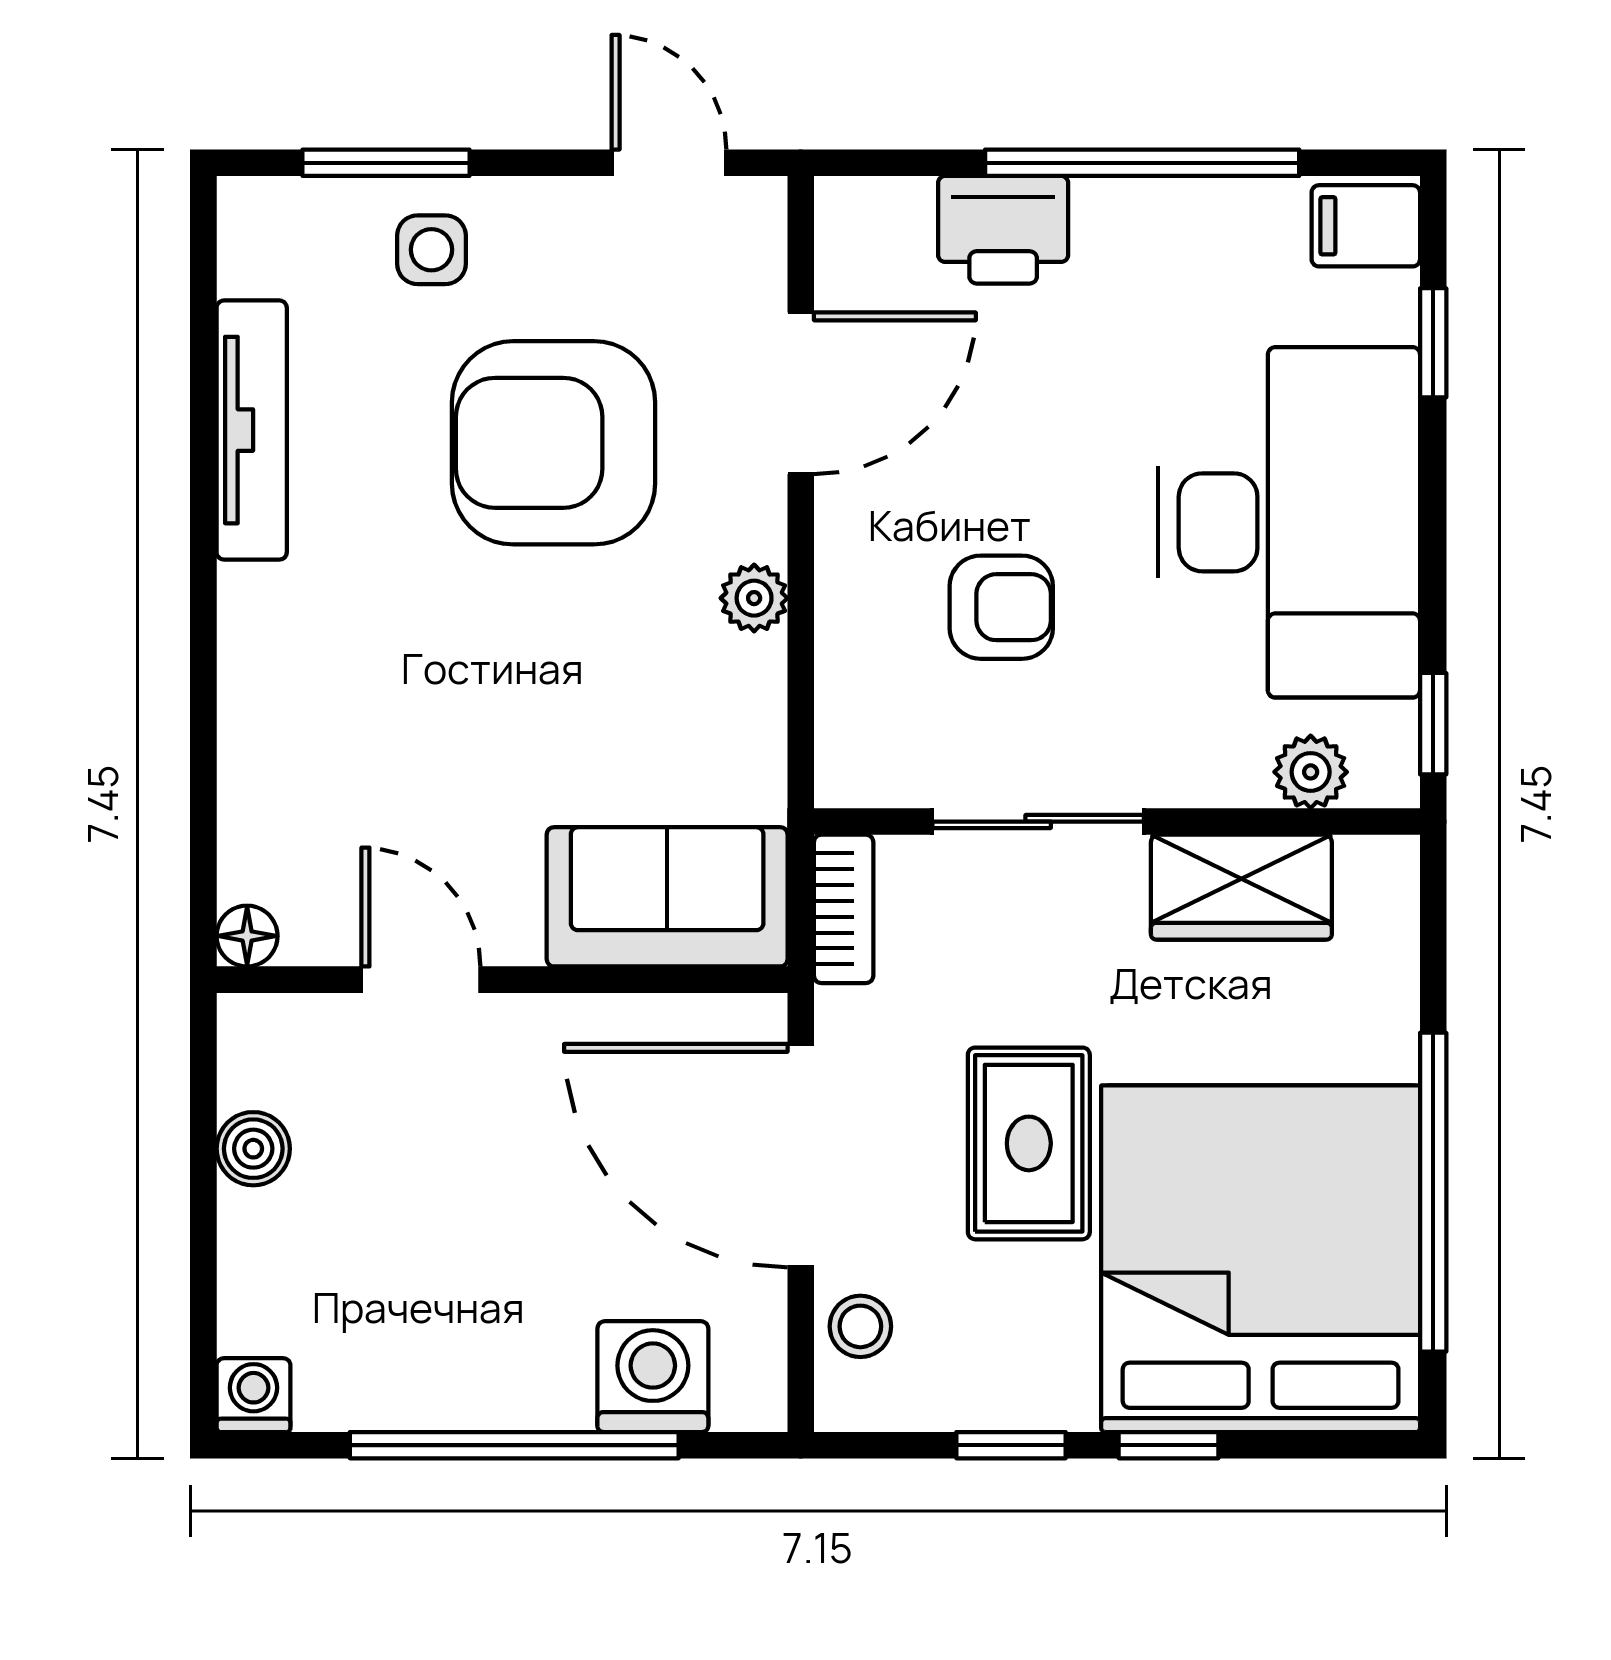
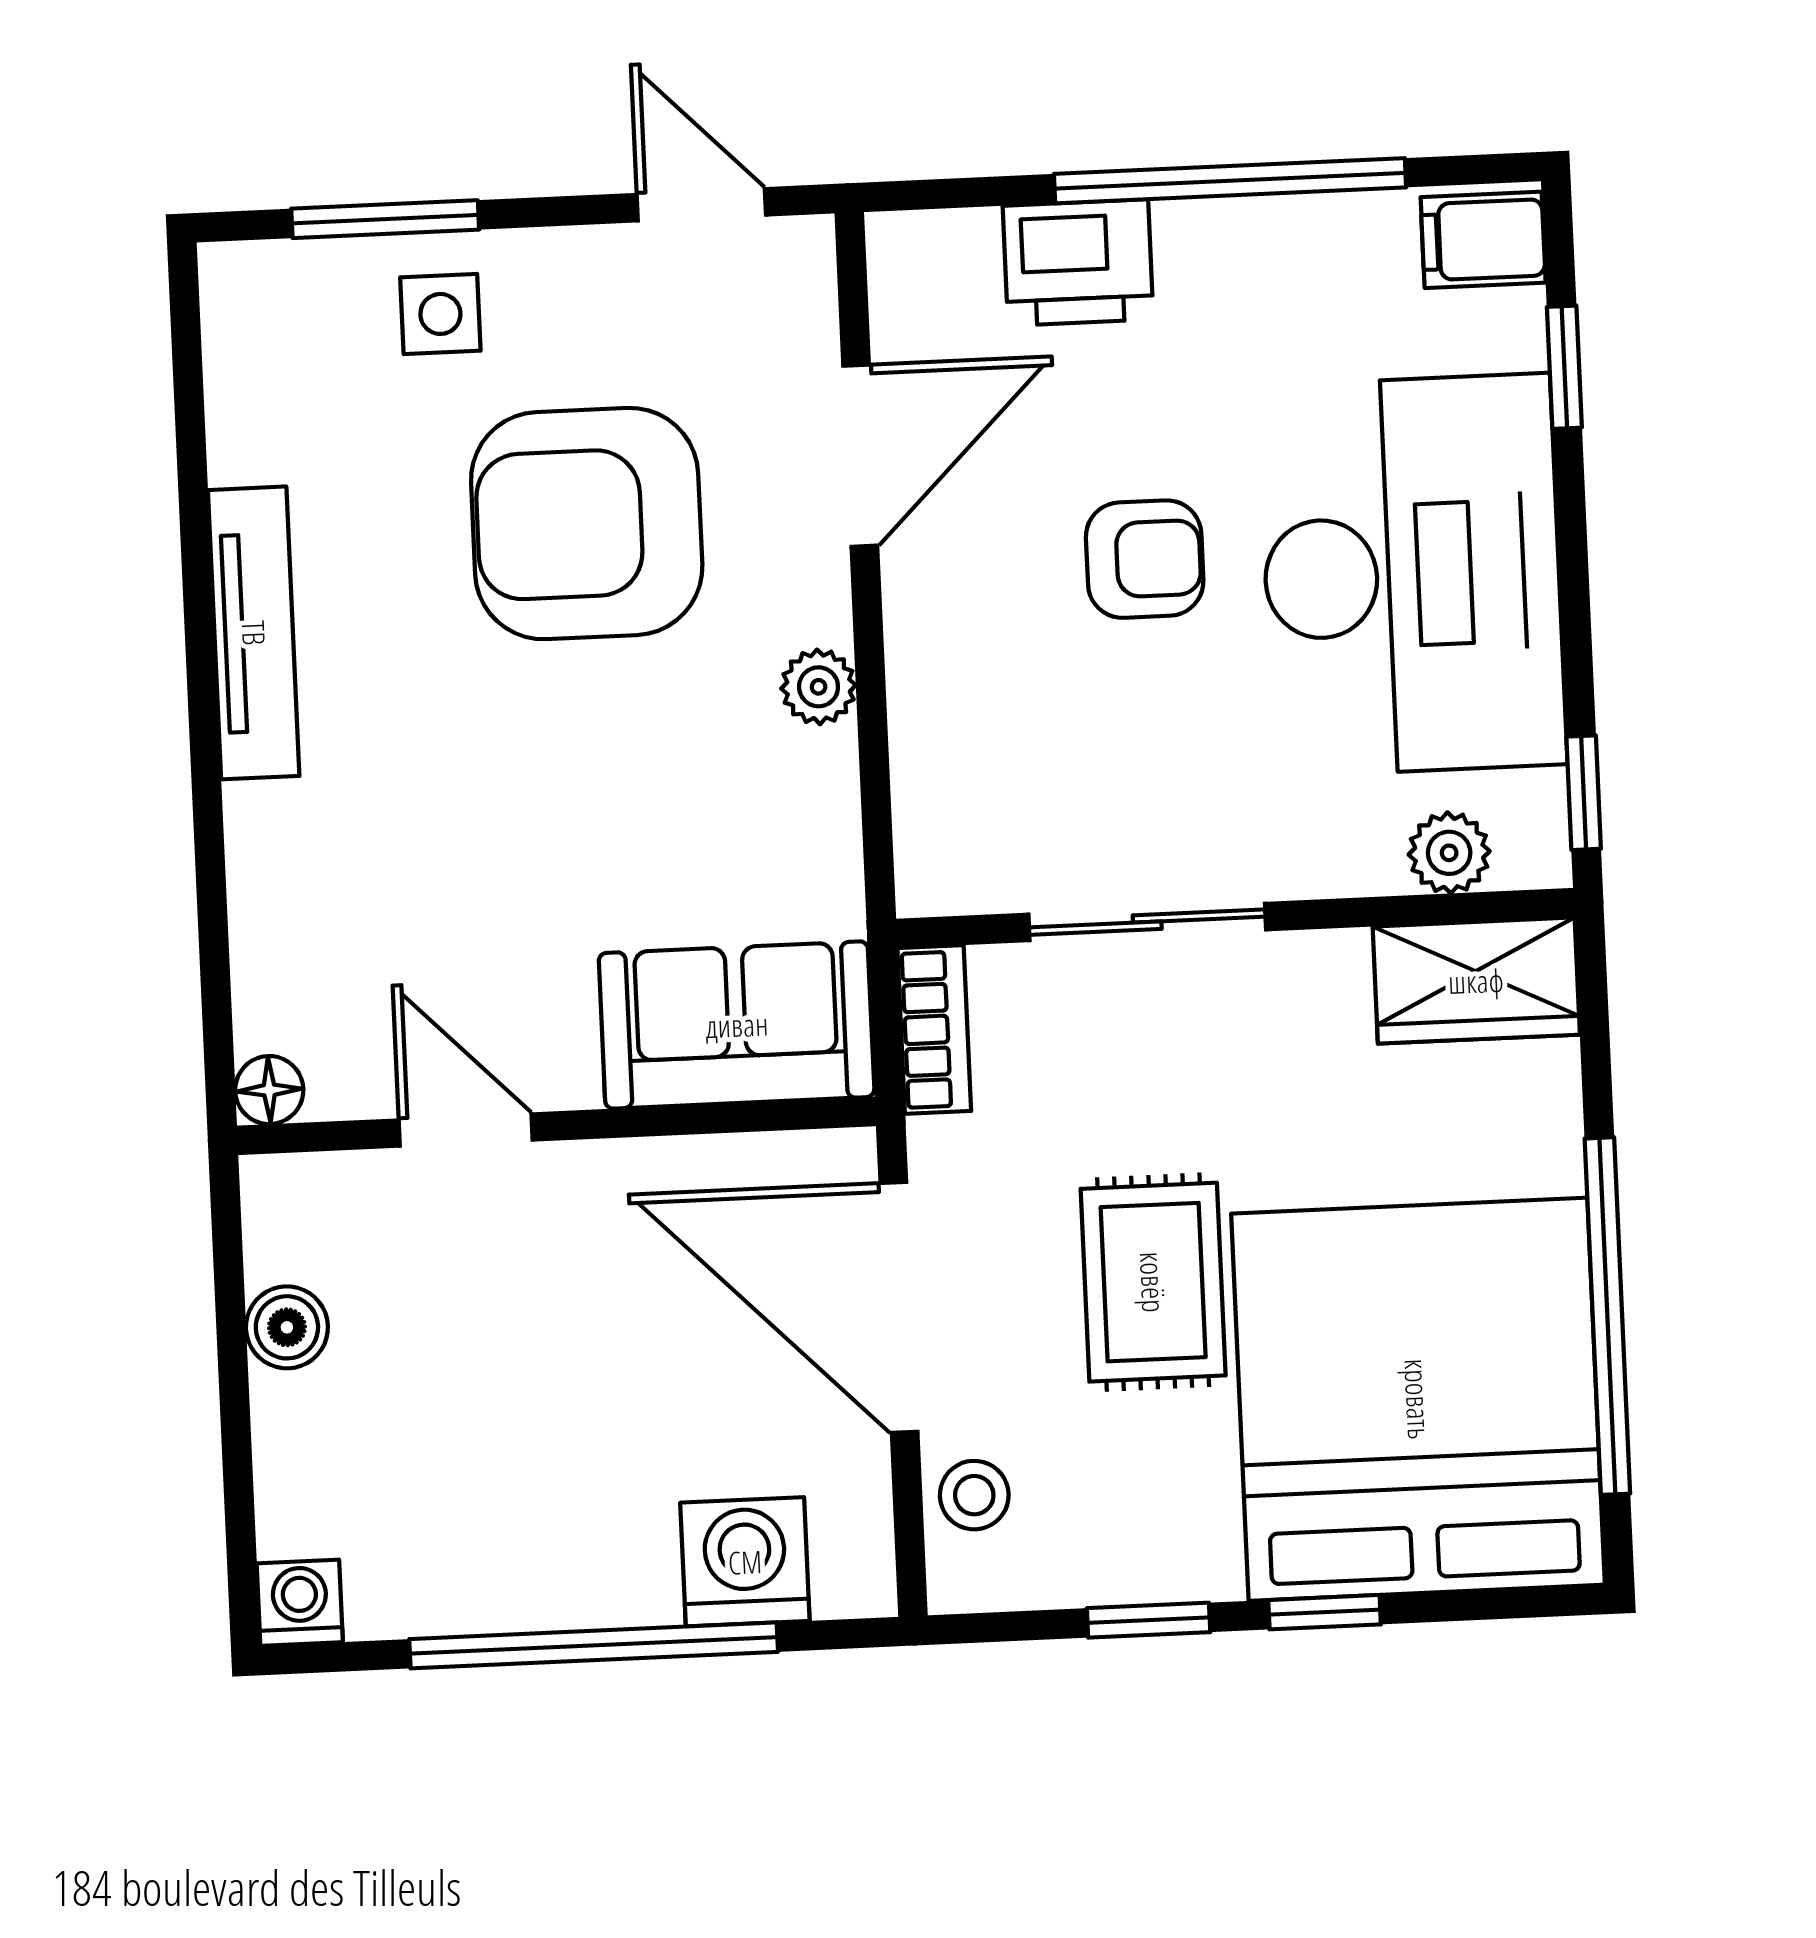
tv unit: (252, 430) -> (254, 633), moved
armchair: (1001, 607) -> (1145, 559), moved
wardrobe: (1241, 887) -> (1476, 981), moved

